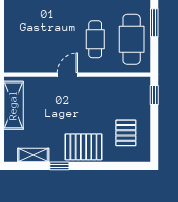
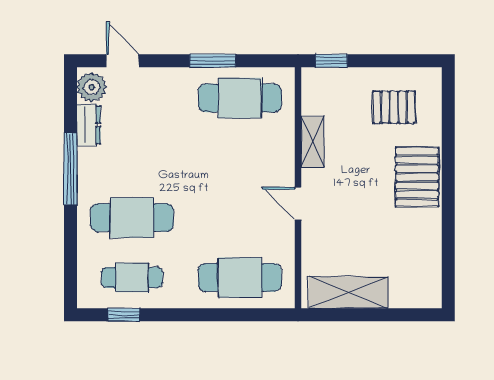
cafe table: (95, 39) -> (240, 277), moved, width x1.37, depth x1.35
shelving: (33, 155) -> (312, 142), moved
window: (59, 166) -> (448, 217), removed

